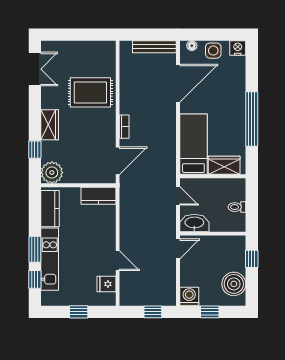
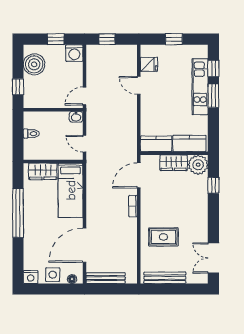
bench: (89, 47) -> (165, 278), added
rug: (90, 92) -> (163, 237), width x0.73, depth x0.70
wardrobe: (50, 125) -> (174, 163), moved, turned -90
kitchen counter: (50, 209) -> (189, 143), moved, turned 90
washbasin: (194, 223) -> (76, 117), width x0.52, depth x0.69

